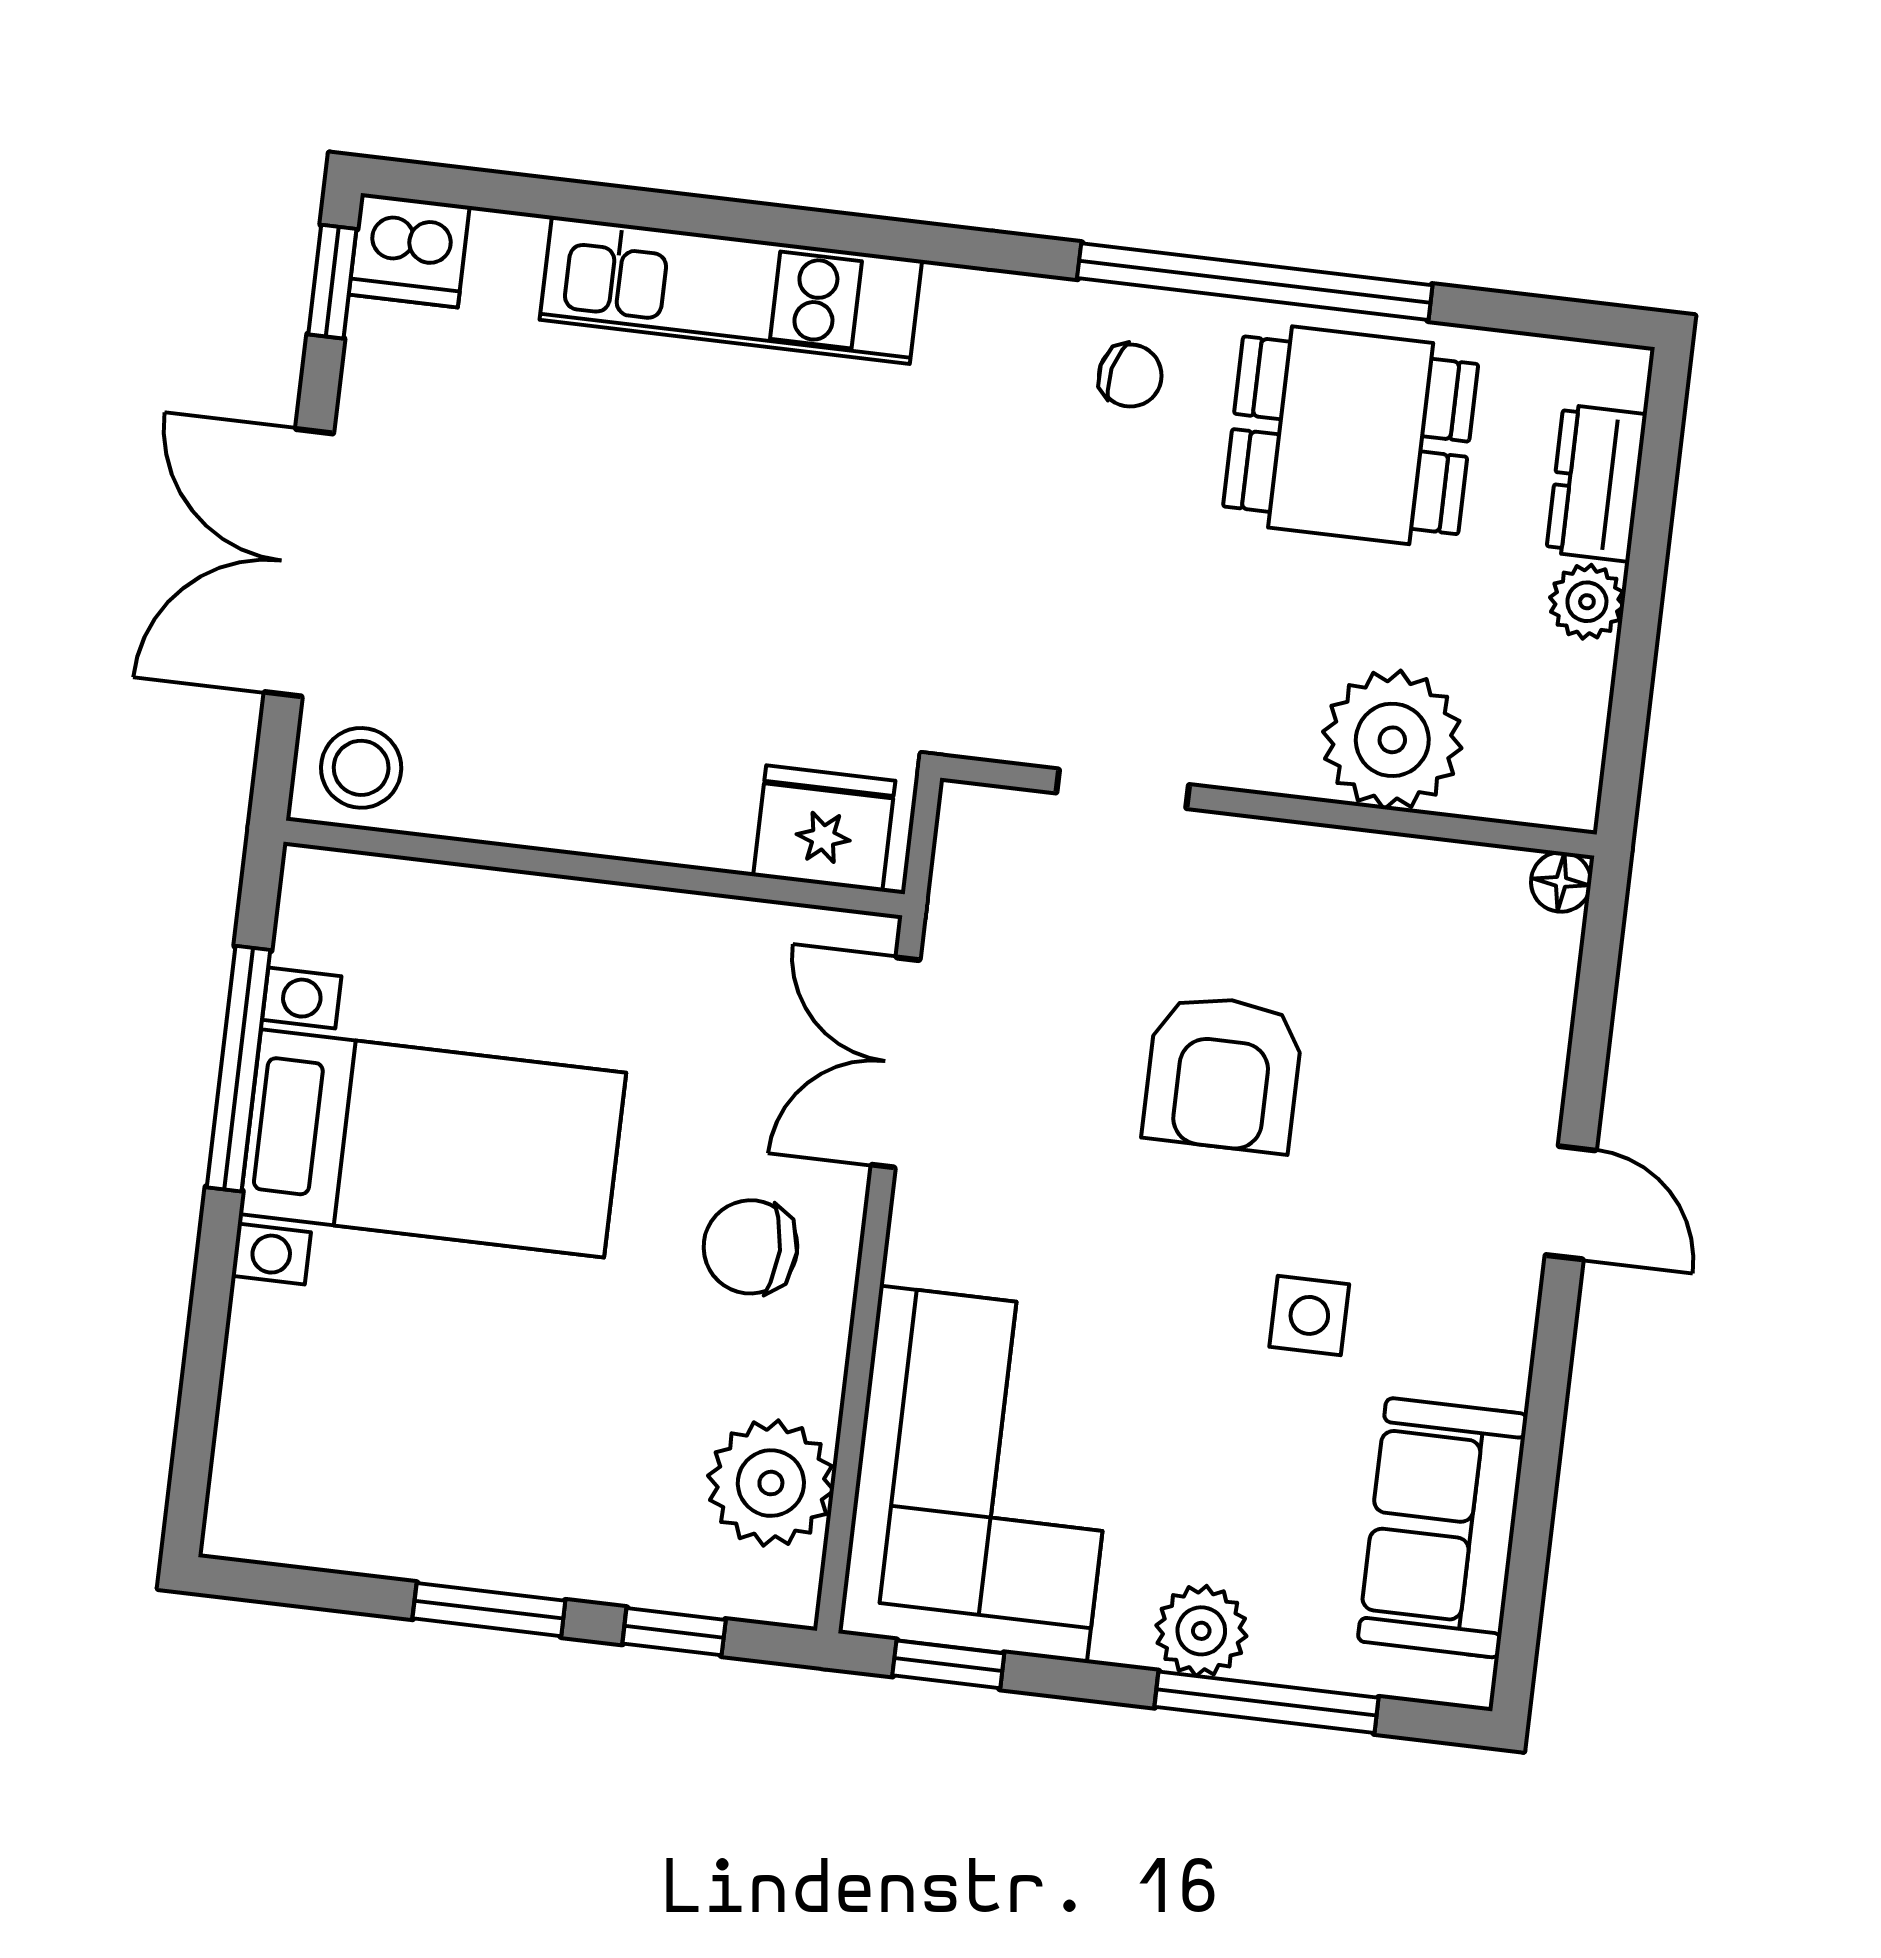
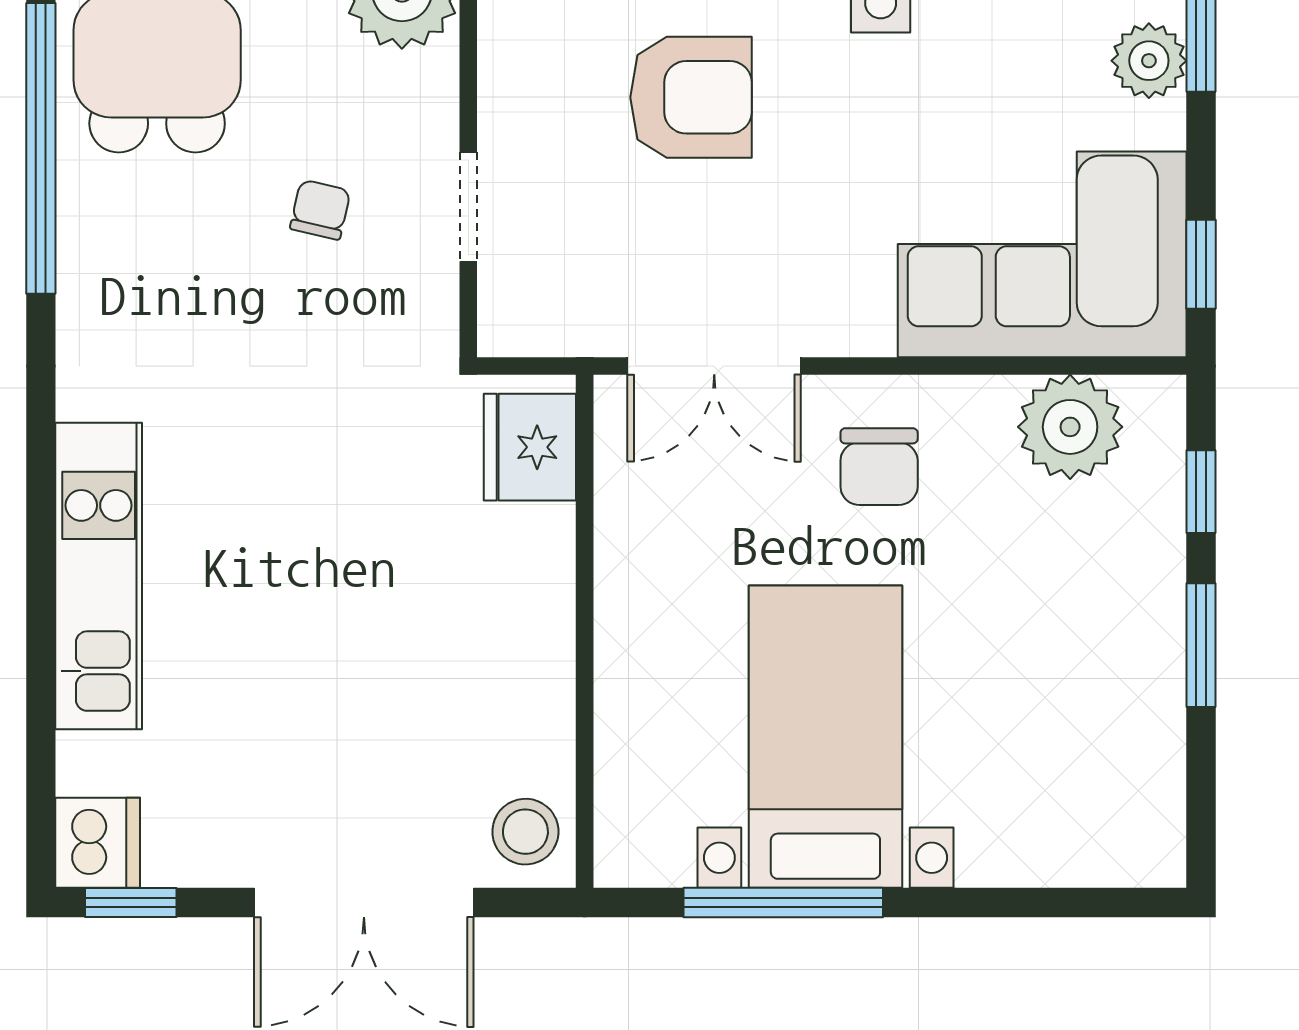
chair: (1130, 376) -> (320, 210), moved

